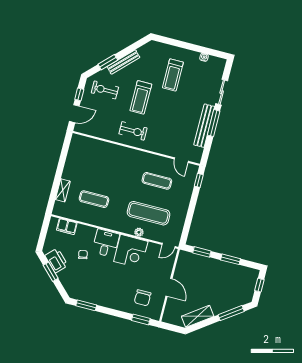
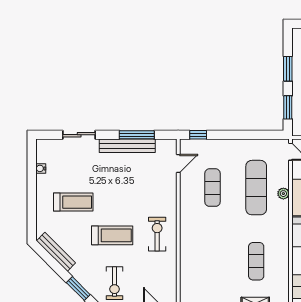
bench: (123, 62) -> (56, 252), moved
window: (214, 123) -> (137, 135), moved

